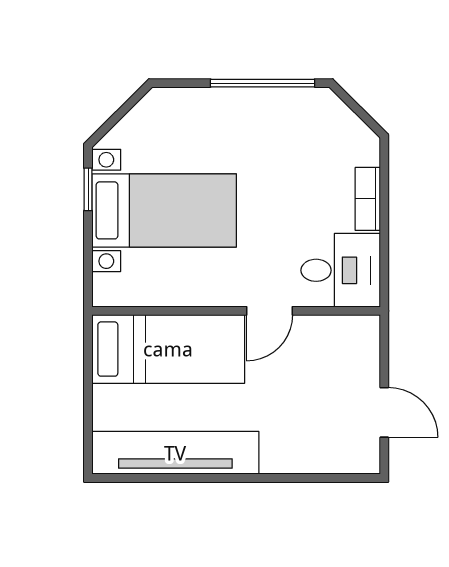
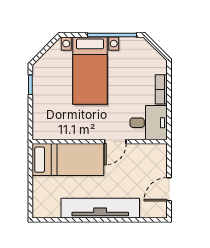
bed with nightstands: (164, 210) -> (90, 71), moved, turned 90
door: (384, 412) -> (169, 189), swing flipped
tv unit: (175, 453) -> (100, 208), moved

